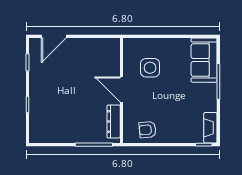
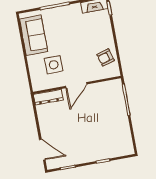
sofa: (204, 60) -> (34, 35), moved, turned -90
dresser: (114, 121) -> (48, 97), moved
armchair: (147, 130) -> (106, 57), turned 79

